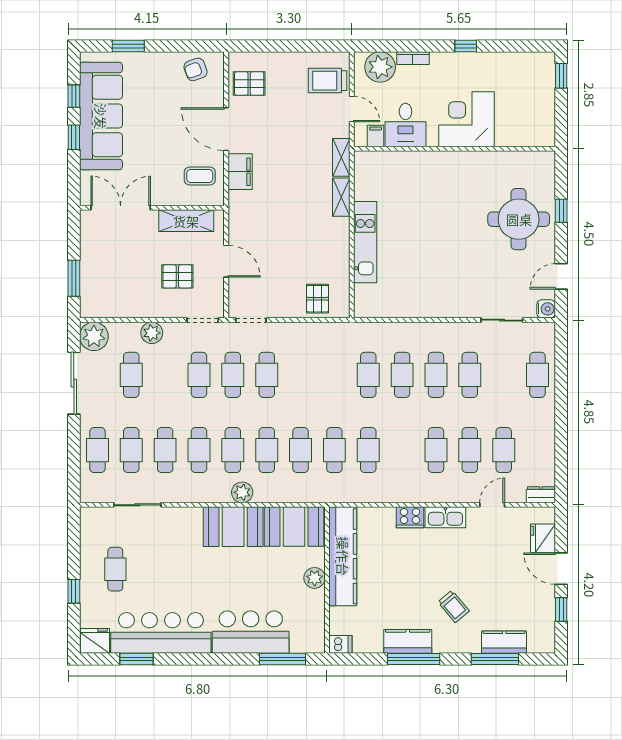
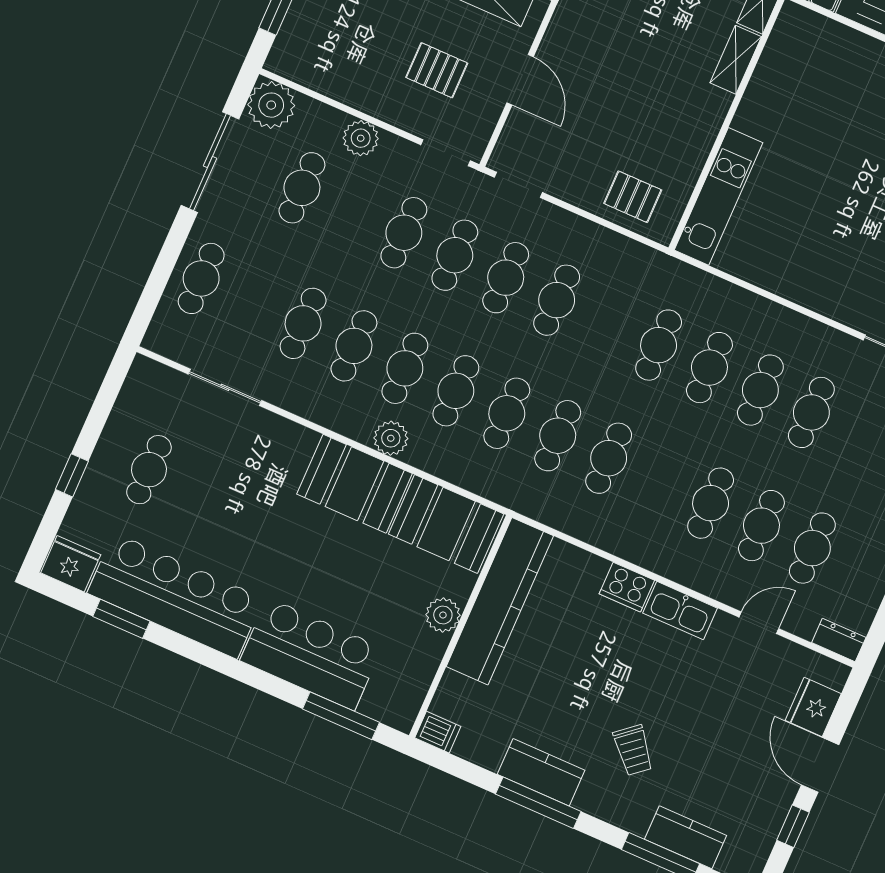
kitchen unit: (365, 242) -> (719, 196), moved
pallet: (317, 299) -> (633, 197), turned 90
cafe table: (131, 450) -> (557, 300), moved

